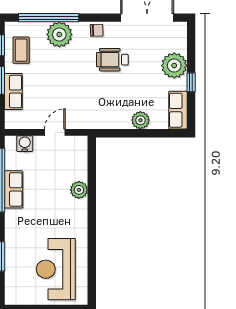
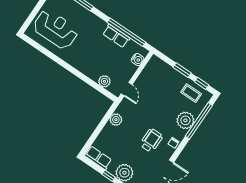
row of seats: (13, 92) -> (171, 73), removed
plant: (140, 120) -> (116, 120), moved
door: (55, 132) -> (127, 89), moved
plant: (79, 190) -> (104, 81), moved

